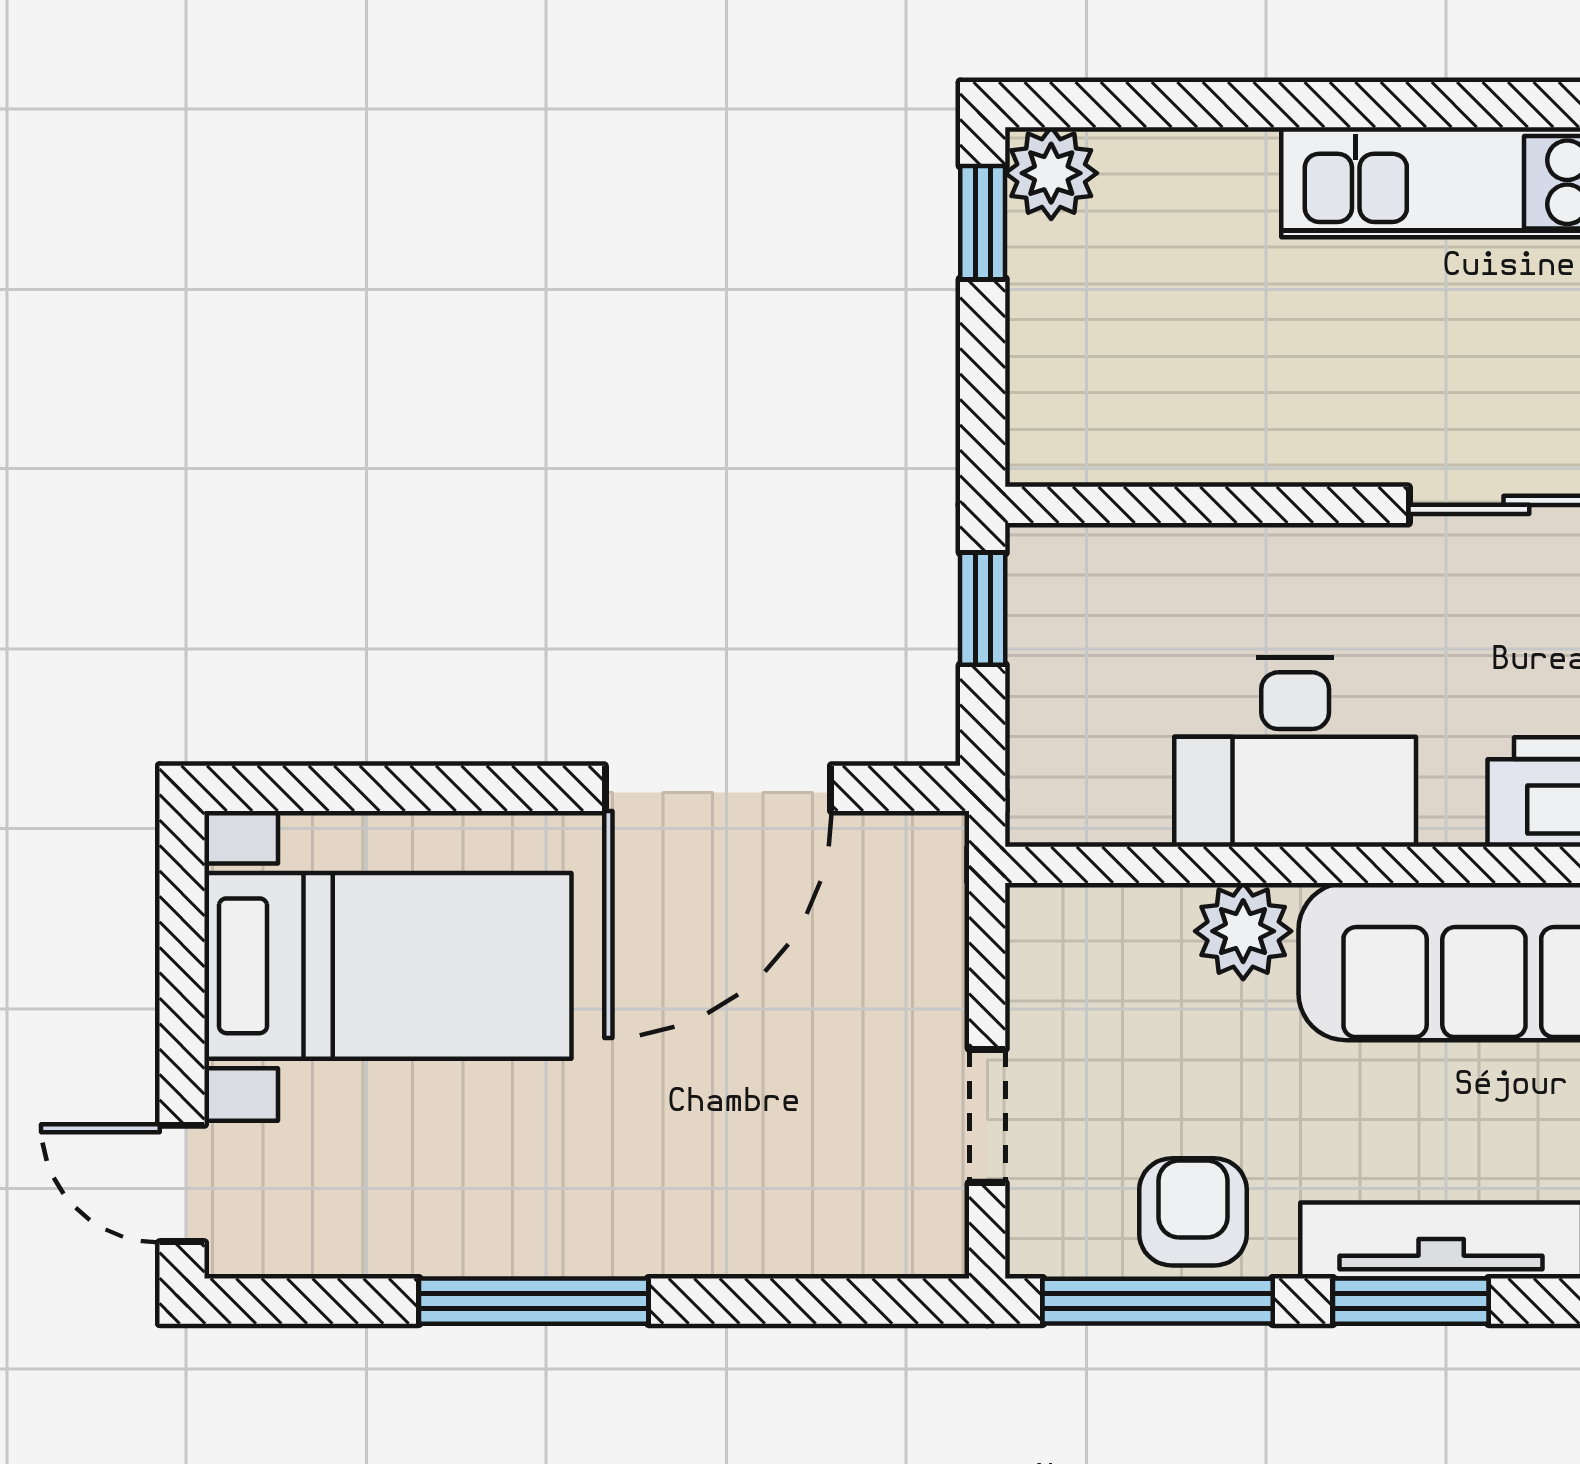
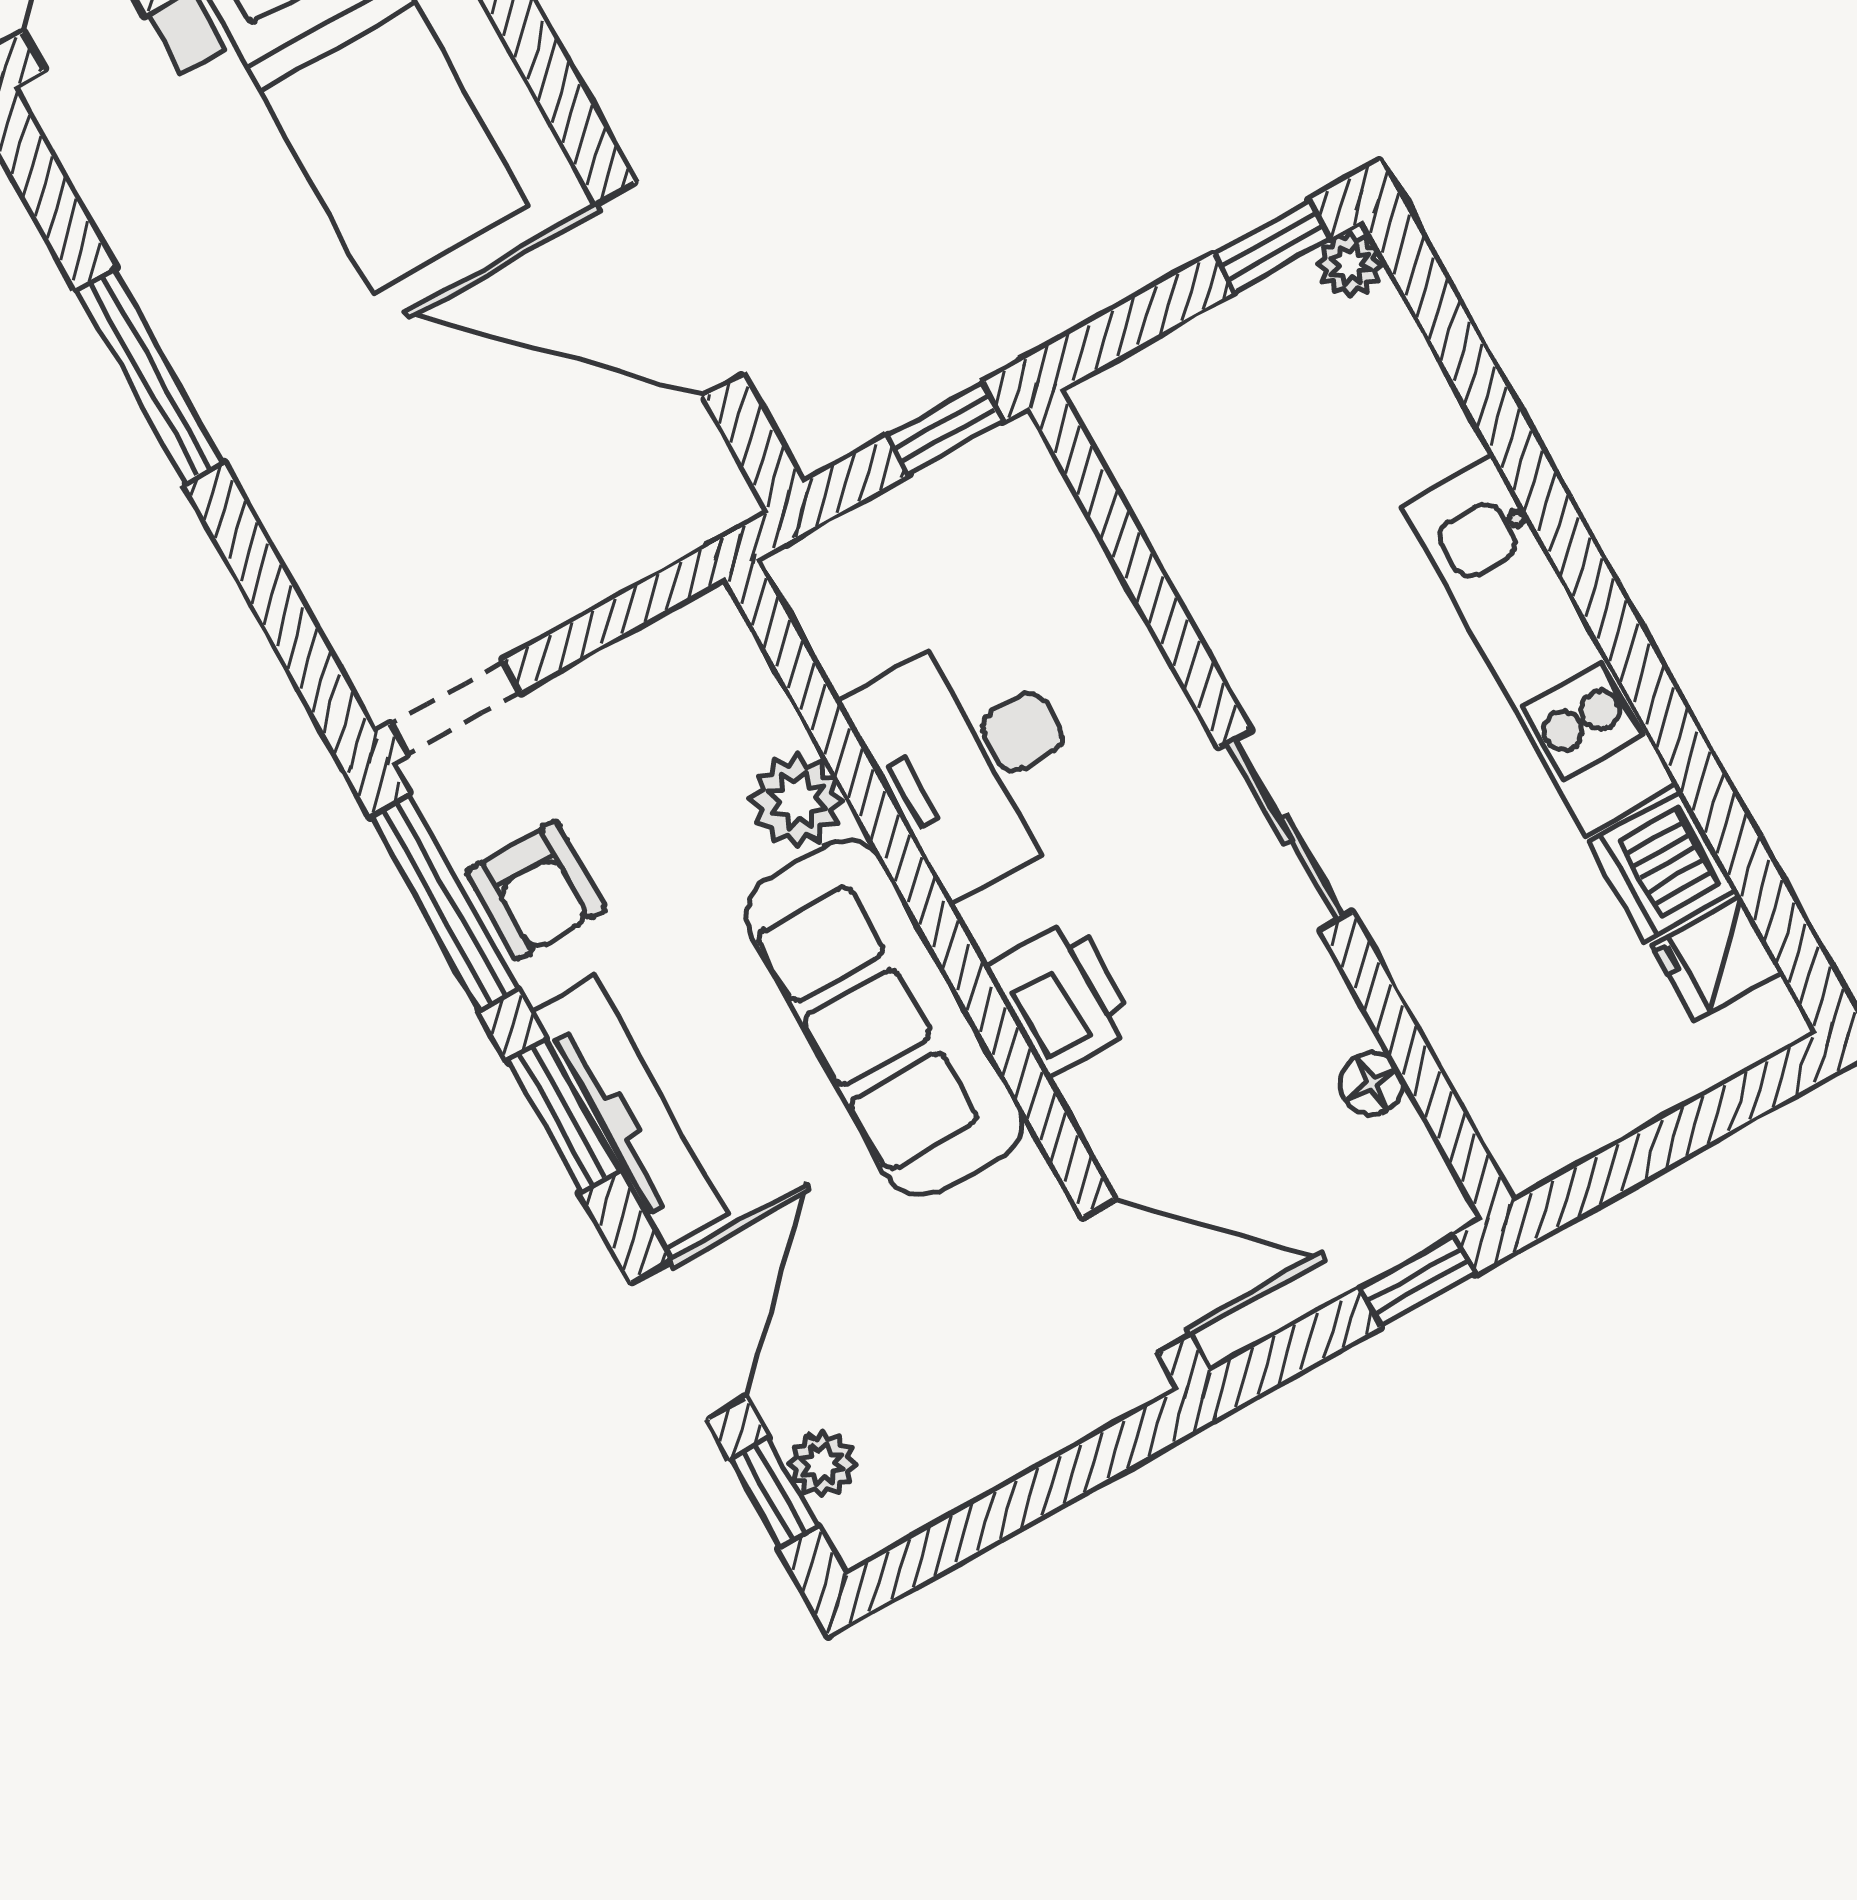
plant: (1051, 173) -> (1351, 264), width x0.73, depth x0.73
doorway: (987, 1116) -> (455, 708), moved
armchair: (1193, 1212) -> (536, 890), turned 90

